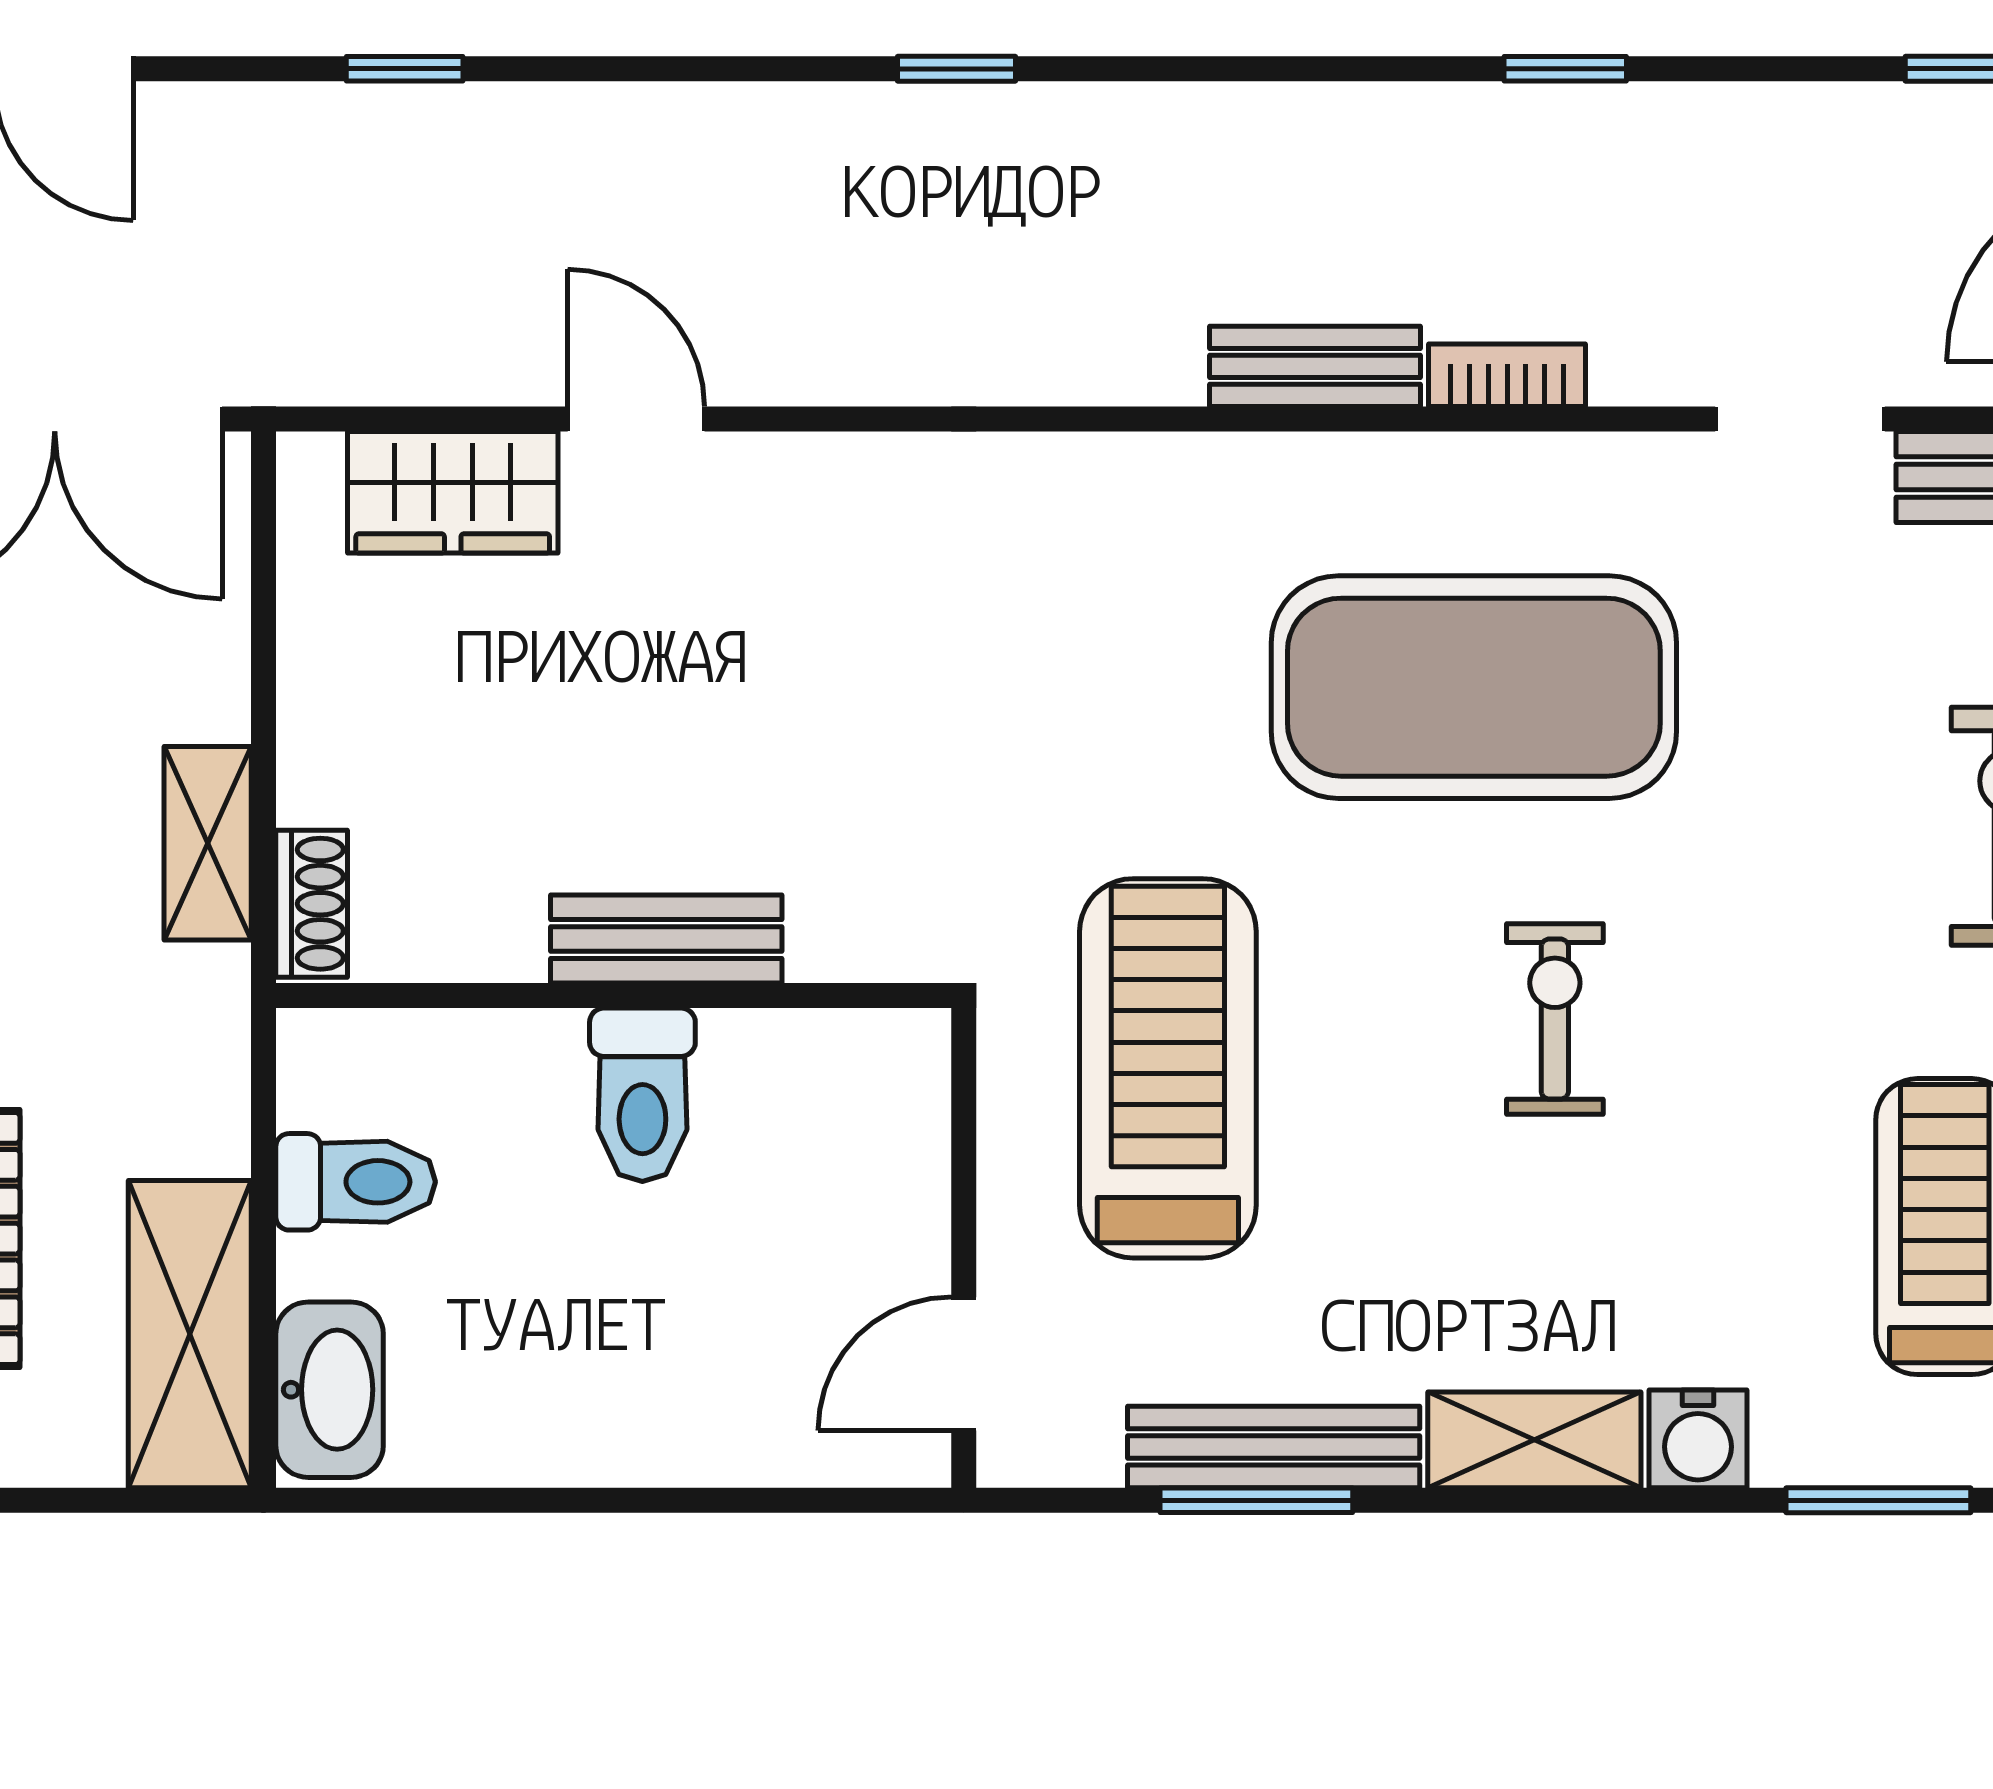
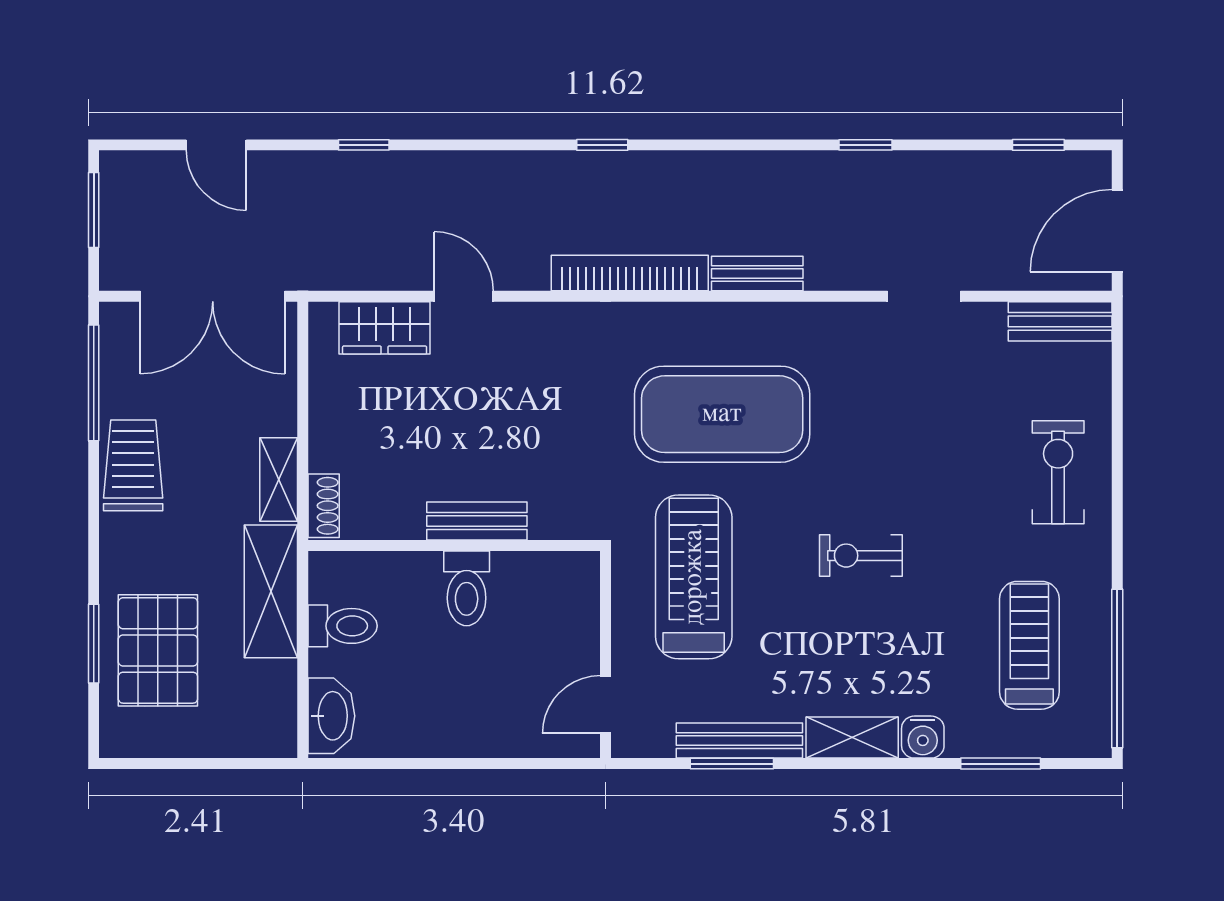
bookcase: (1507, 375) -> (630, 273), moved, width x2.31, depth x1.31
doorway: (1800, 419) -> (924, 296), moved
exercise mat: (1474, 687) -> (722, 414), moved
exercise bike: (1555, 1019) -> (861, 556), turned -90
shelving: (190, 1334) -> (271, 591), moved

